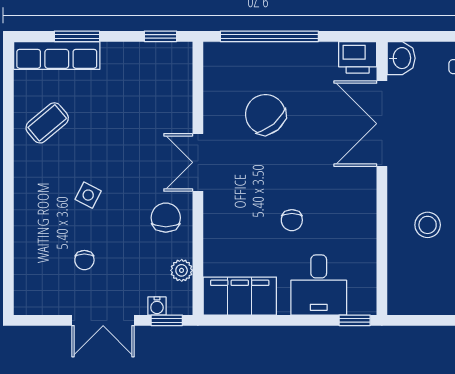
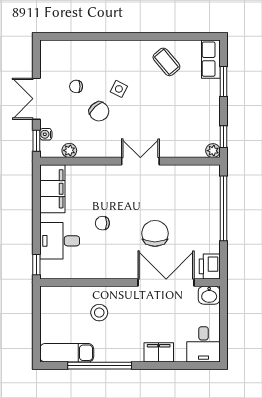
plant: (182, 52) -> (213, 151), added
row of seats: (57, 55) -> (211, 59), width x0.68
chair: (265, 114) -> (155, 233), moved, turned -50
chair: (166, 218) -> (99, 111), moved, turned 48

